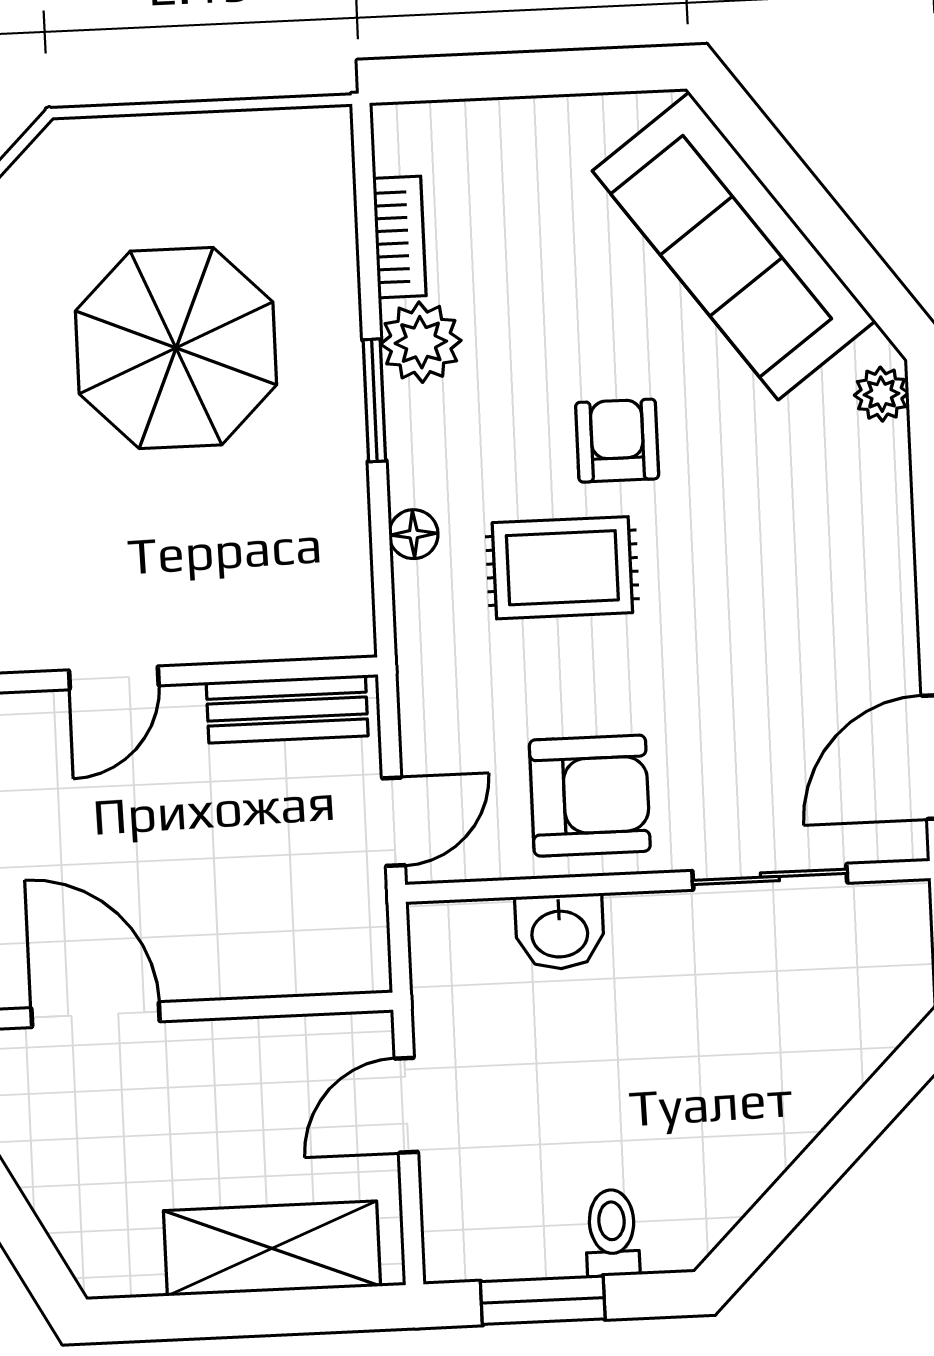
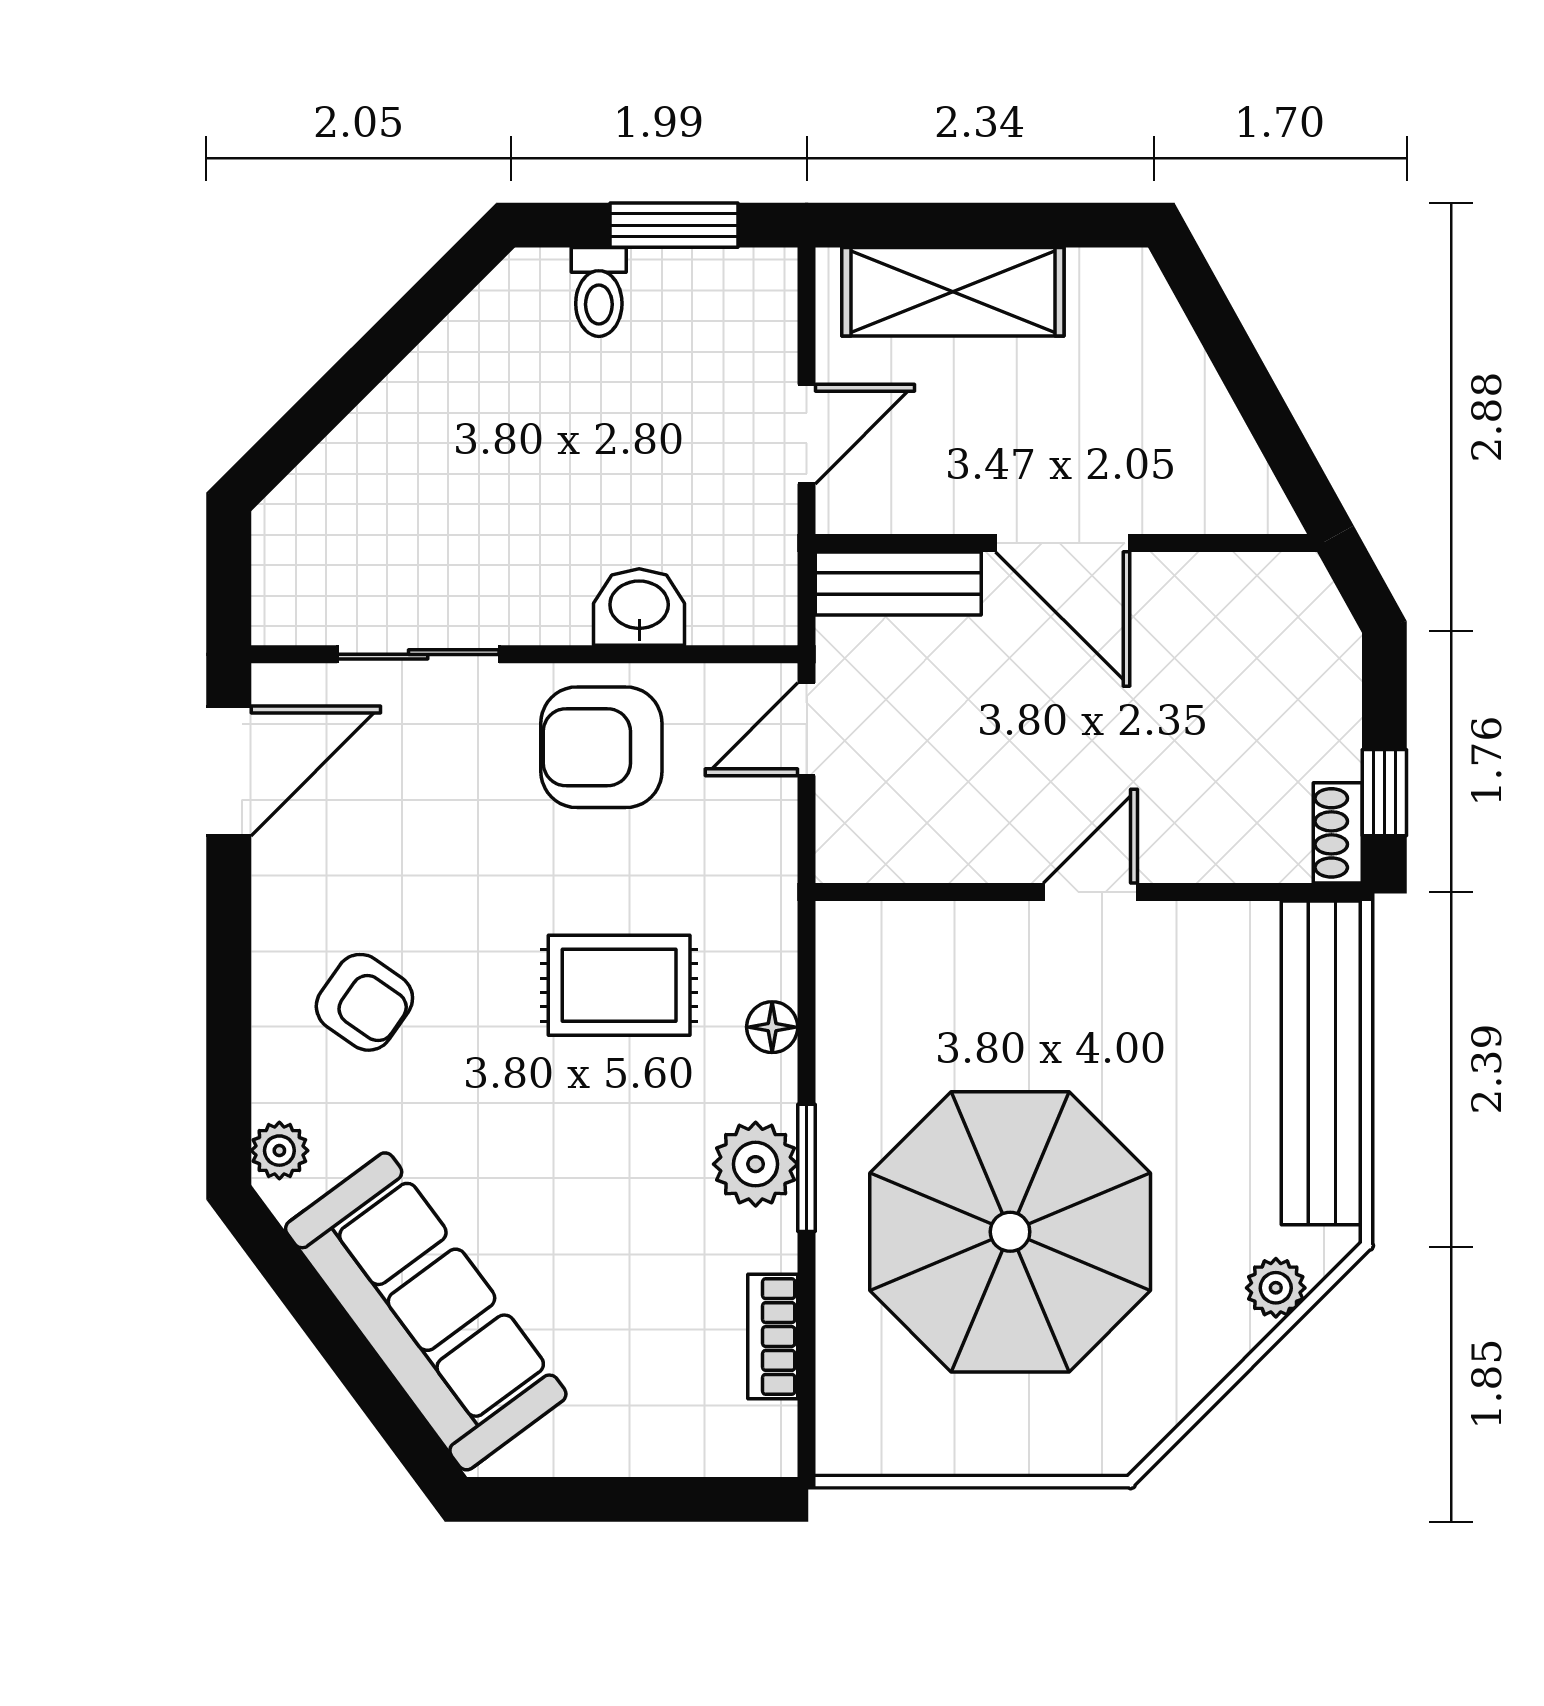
plant: (421, 342) -> (756, 1164), moved
parasol: (176, 348) -> (1010, 1232), width x1.36, depth x1.36
armchair: (617, 441) -> (364, 1002), moved, turned -55
bench: (287, 709) -> (898, 583), moved
door: (95, 1015) -> (1063, 543), moved

